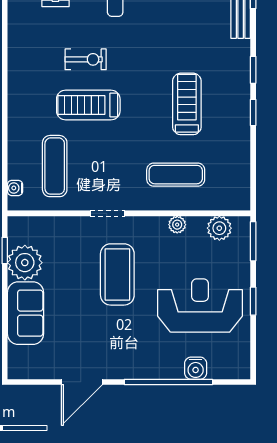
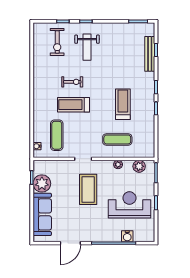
sofa: (25, 313) -> (42, 214), width x1.36

